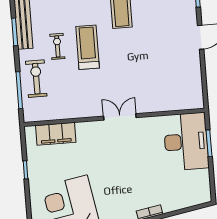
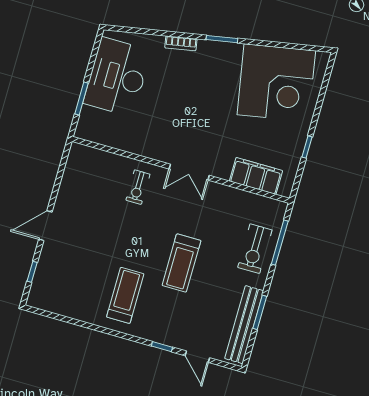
exercise bike: (57, 46) -> (138, 187), moved
double door: (120, 117) -> (189, 172), moved
desk: (186, 142) -> (117, 77), moved

